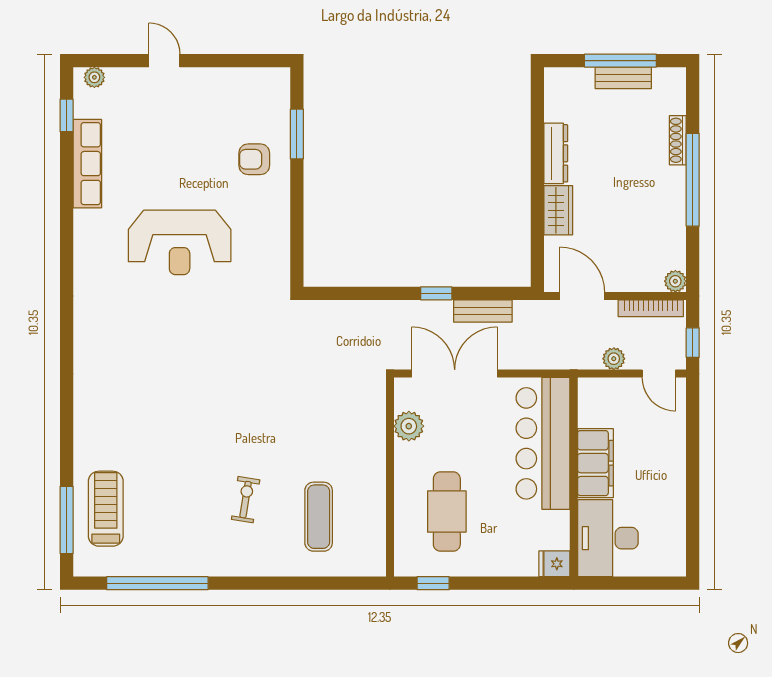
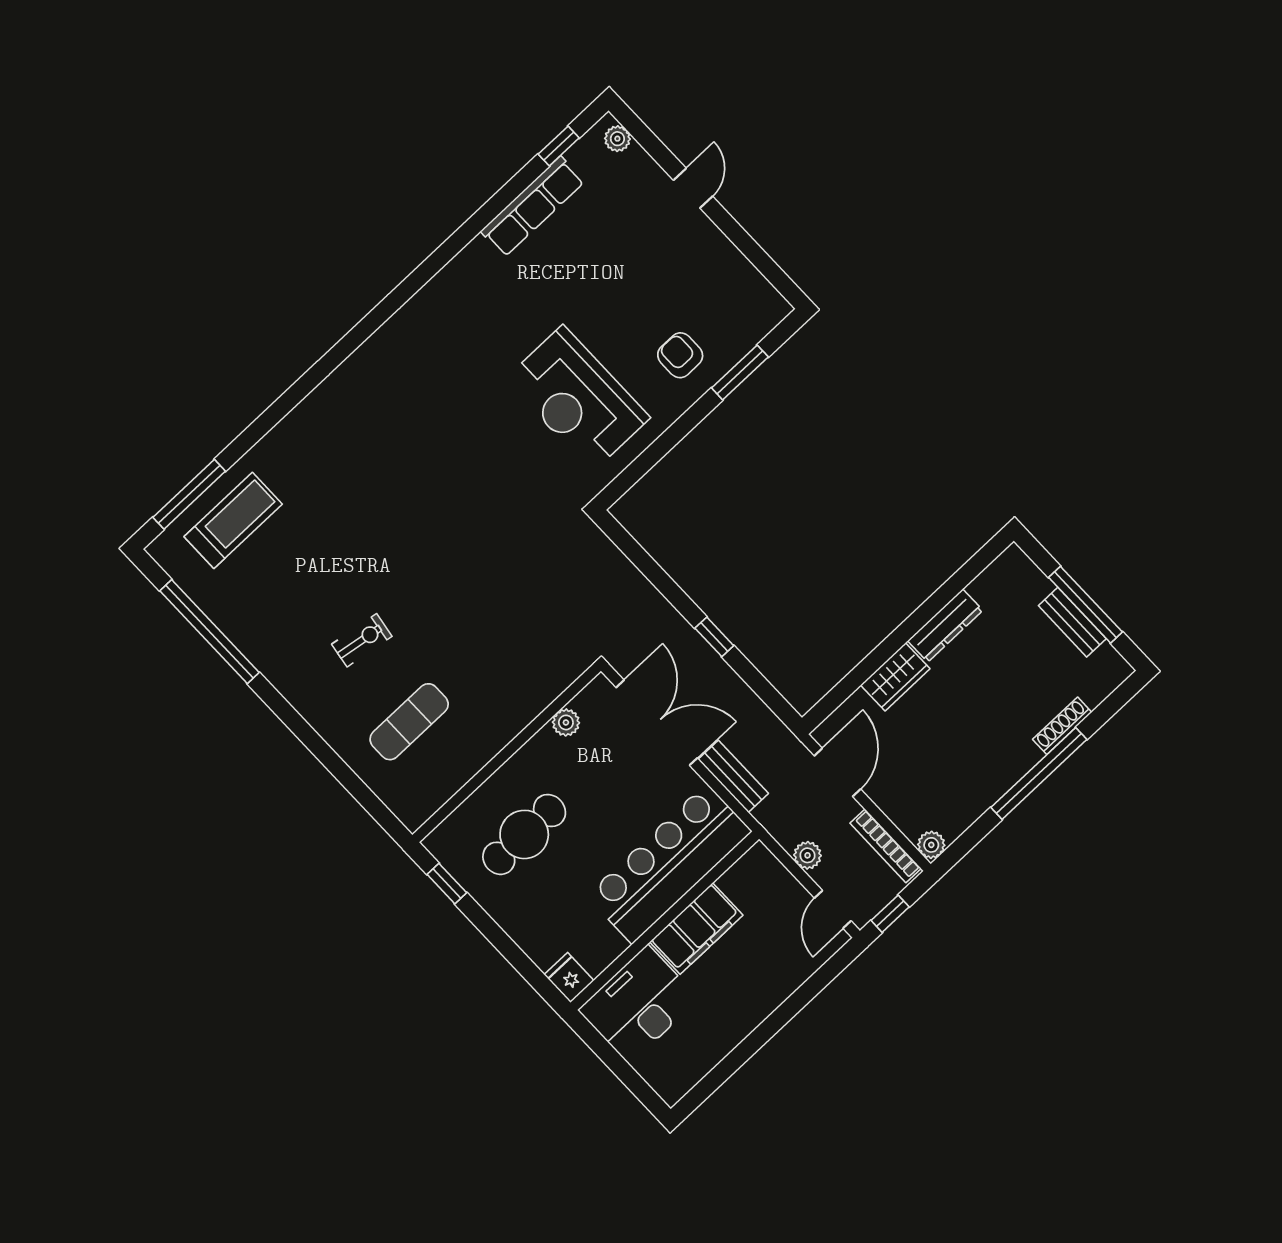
reception desk: (180, 242) -> (577, 398), moved
bench: (483, 311) -> (733, 776), moved
plant: (409, 426) -> (566, 722), width x0.73, depth x0.73

